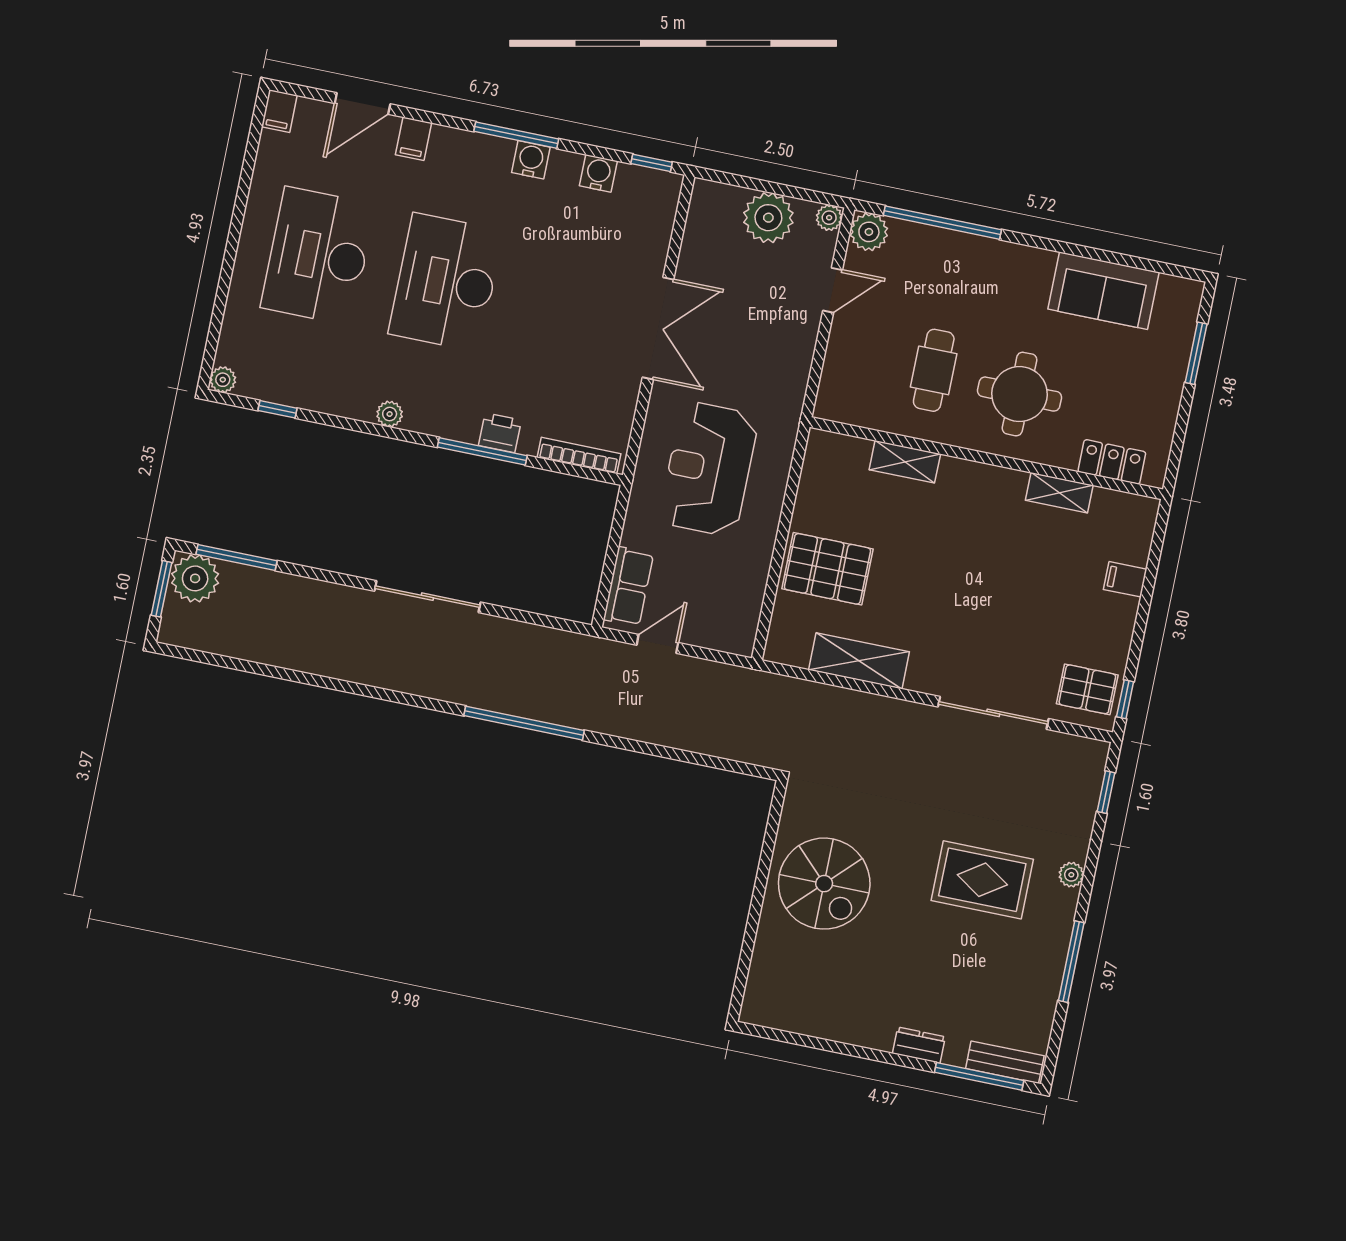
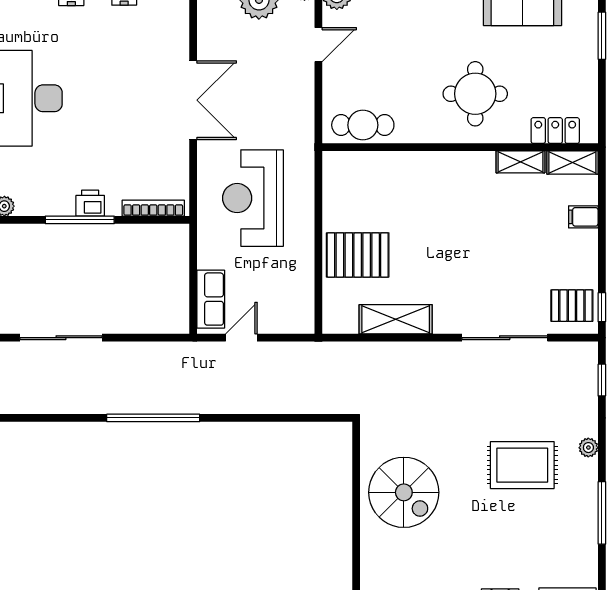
cafe table: (934, 370) -> (363, 125), moved, turned 90
shelving: (905, 462) -> (572, 162), moved

